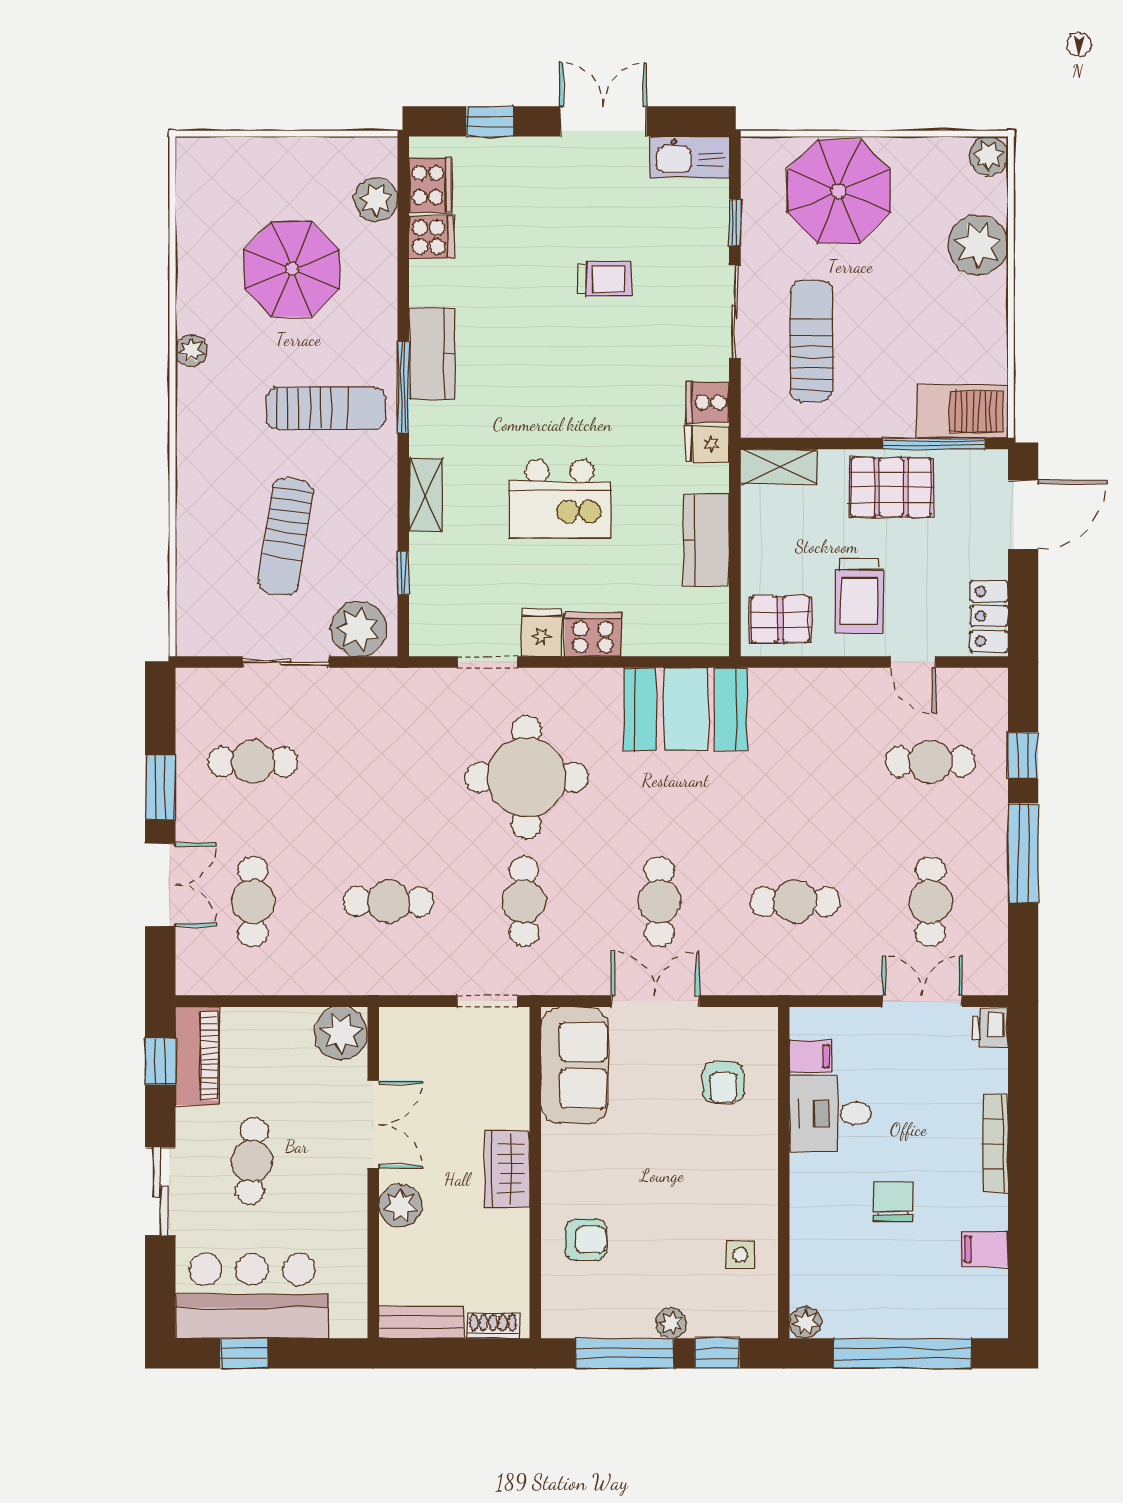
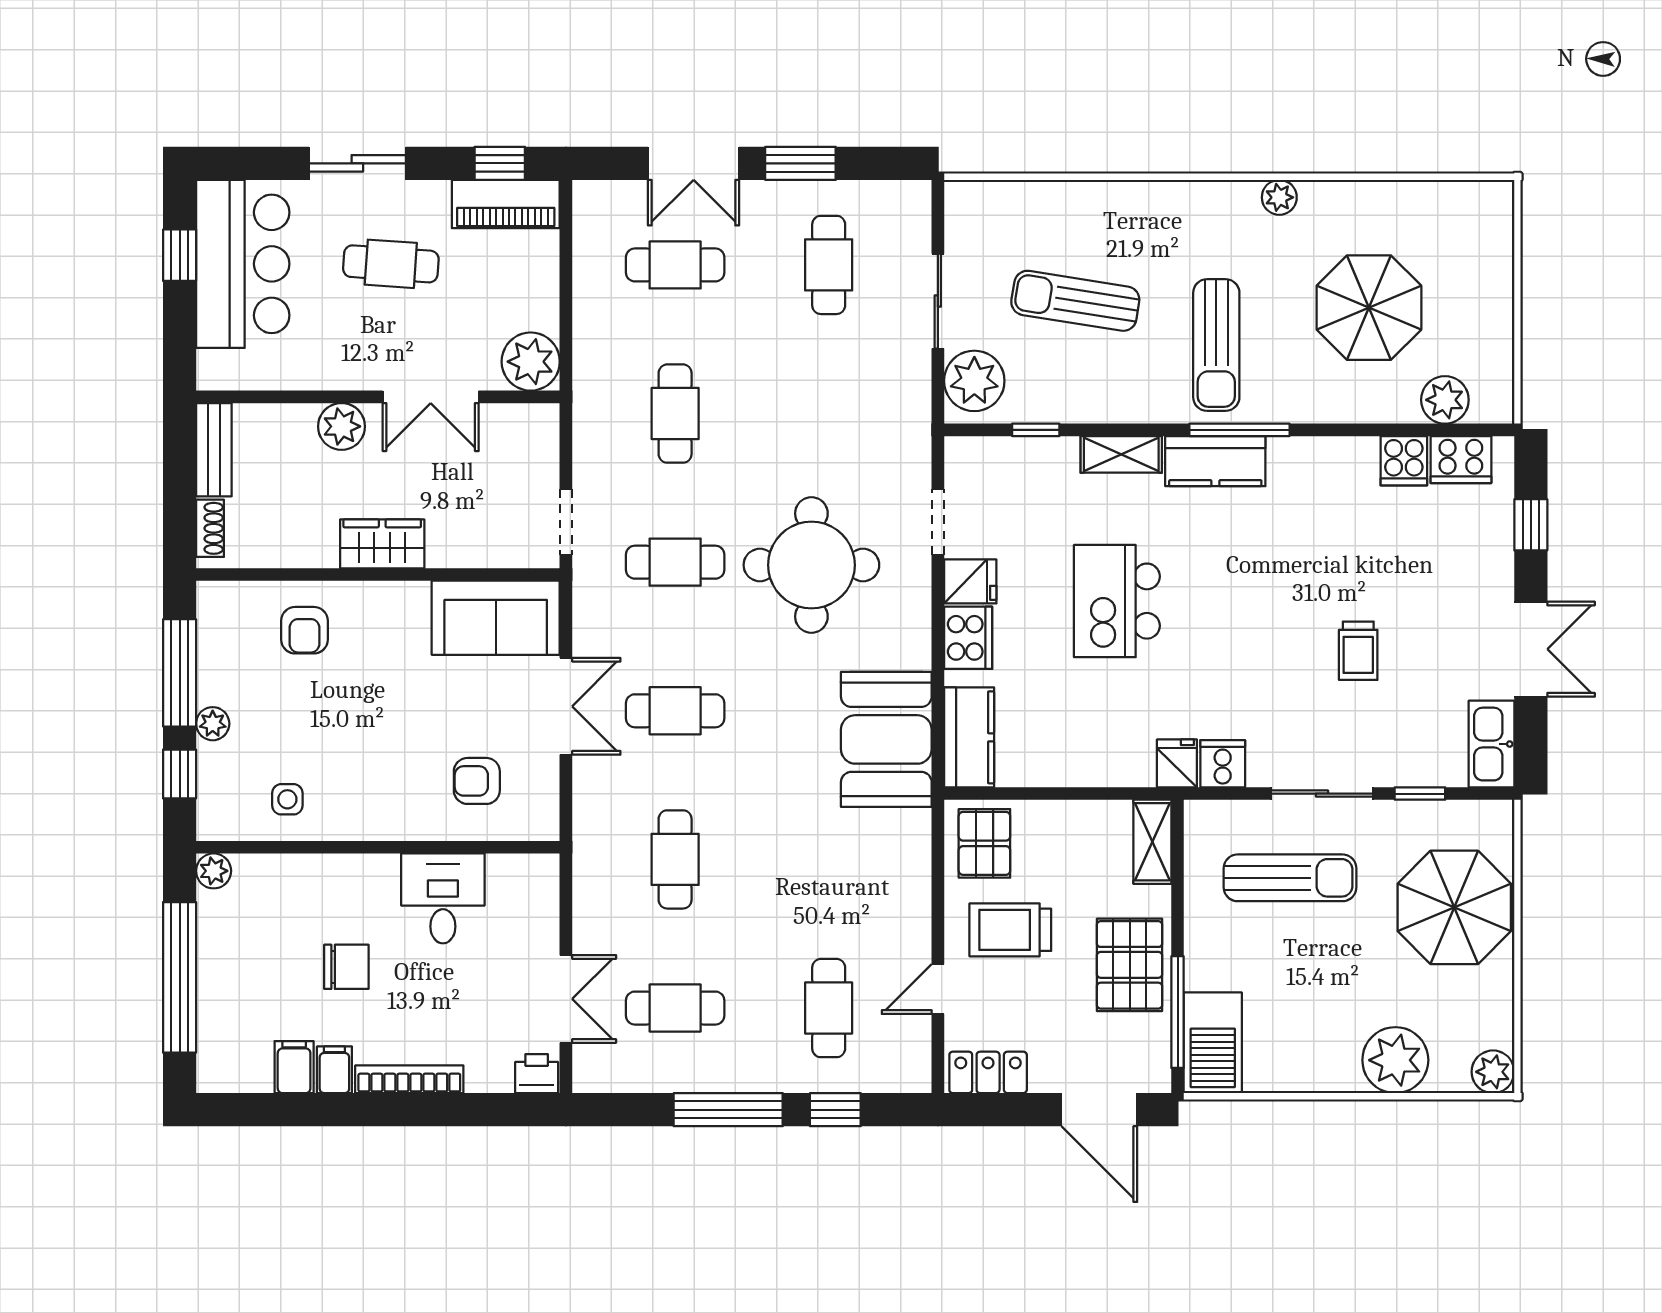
kitchen counter: (432, 354) -> (1215, 461), moved
kitchen counter: (706, 540) -> (969, 737), moved, turned 90
filing cabinet: (811, 1056) -> (334, 1070), moved, turned 180

